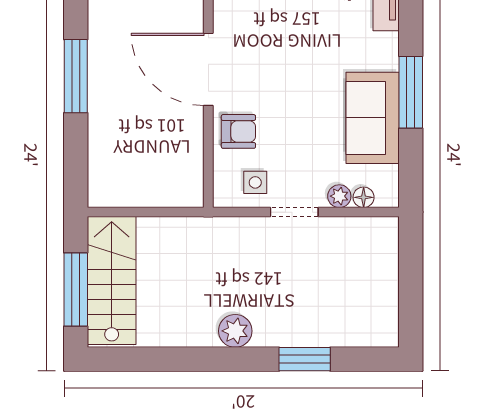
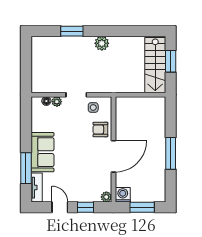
door: (208, 69) -> (113, 156), hinge flipped
window: (411, 92) -> (26, 168), moved
sofa: (373, 118) -> (42, 152), moved
window: (76, 289) -> (171, 61), width x0.69

